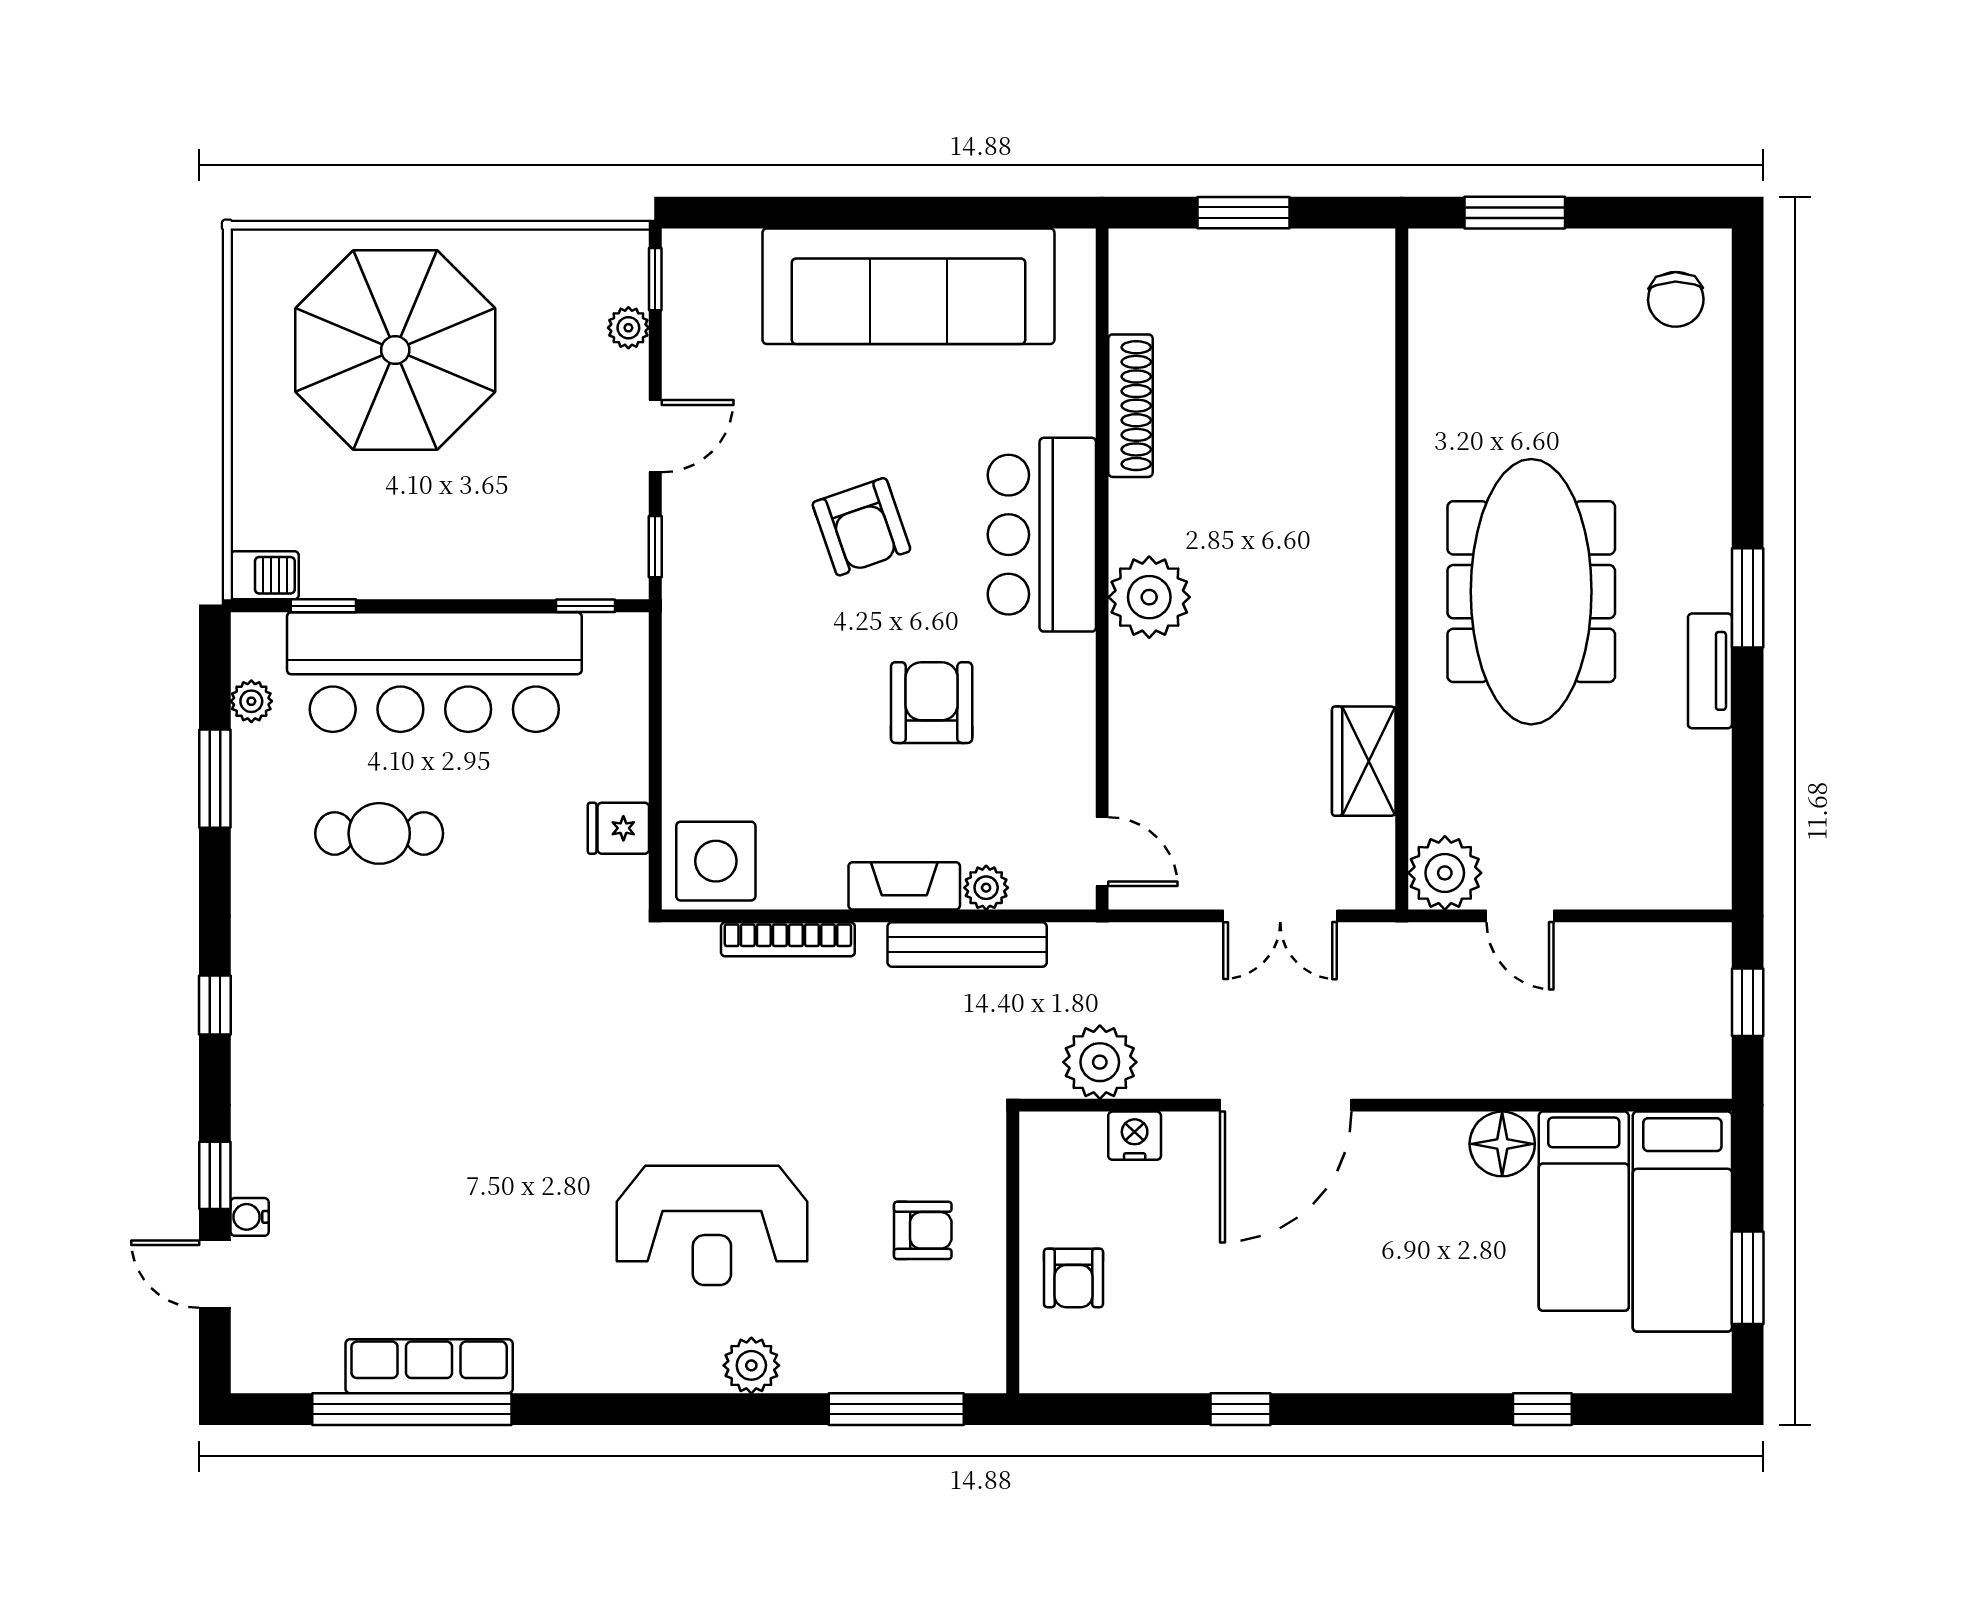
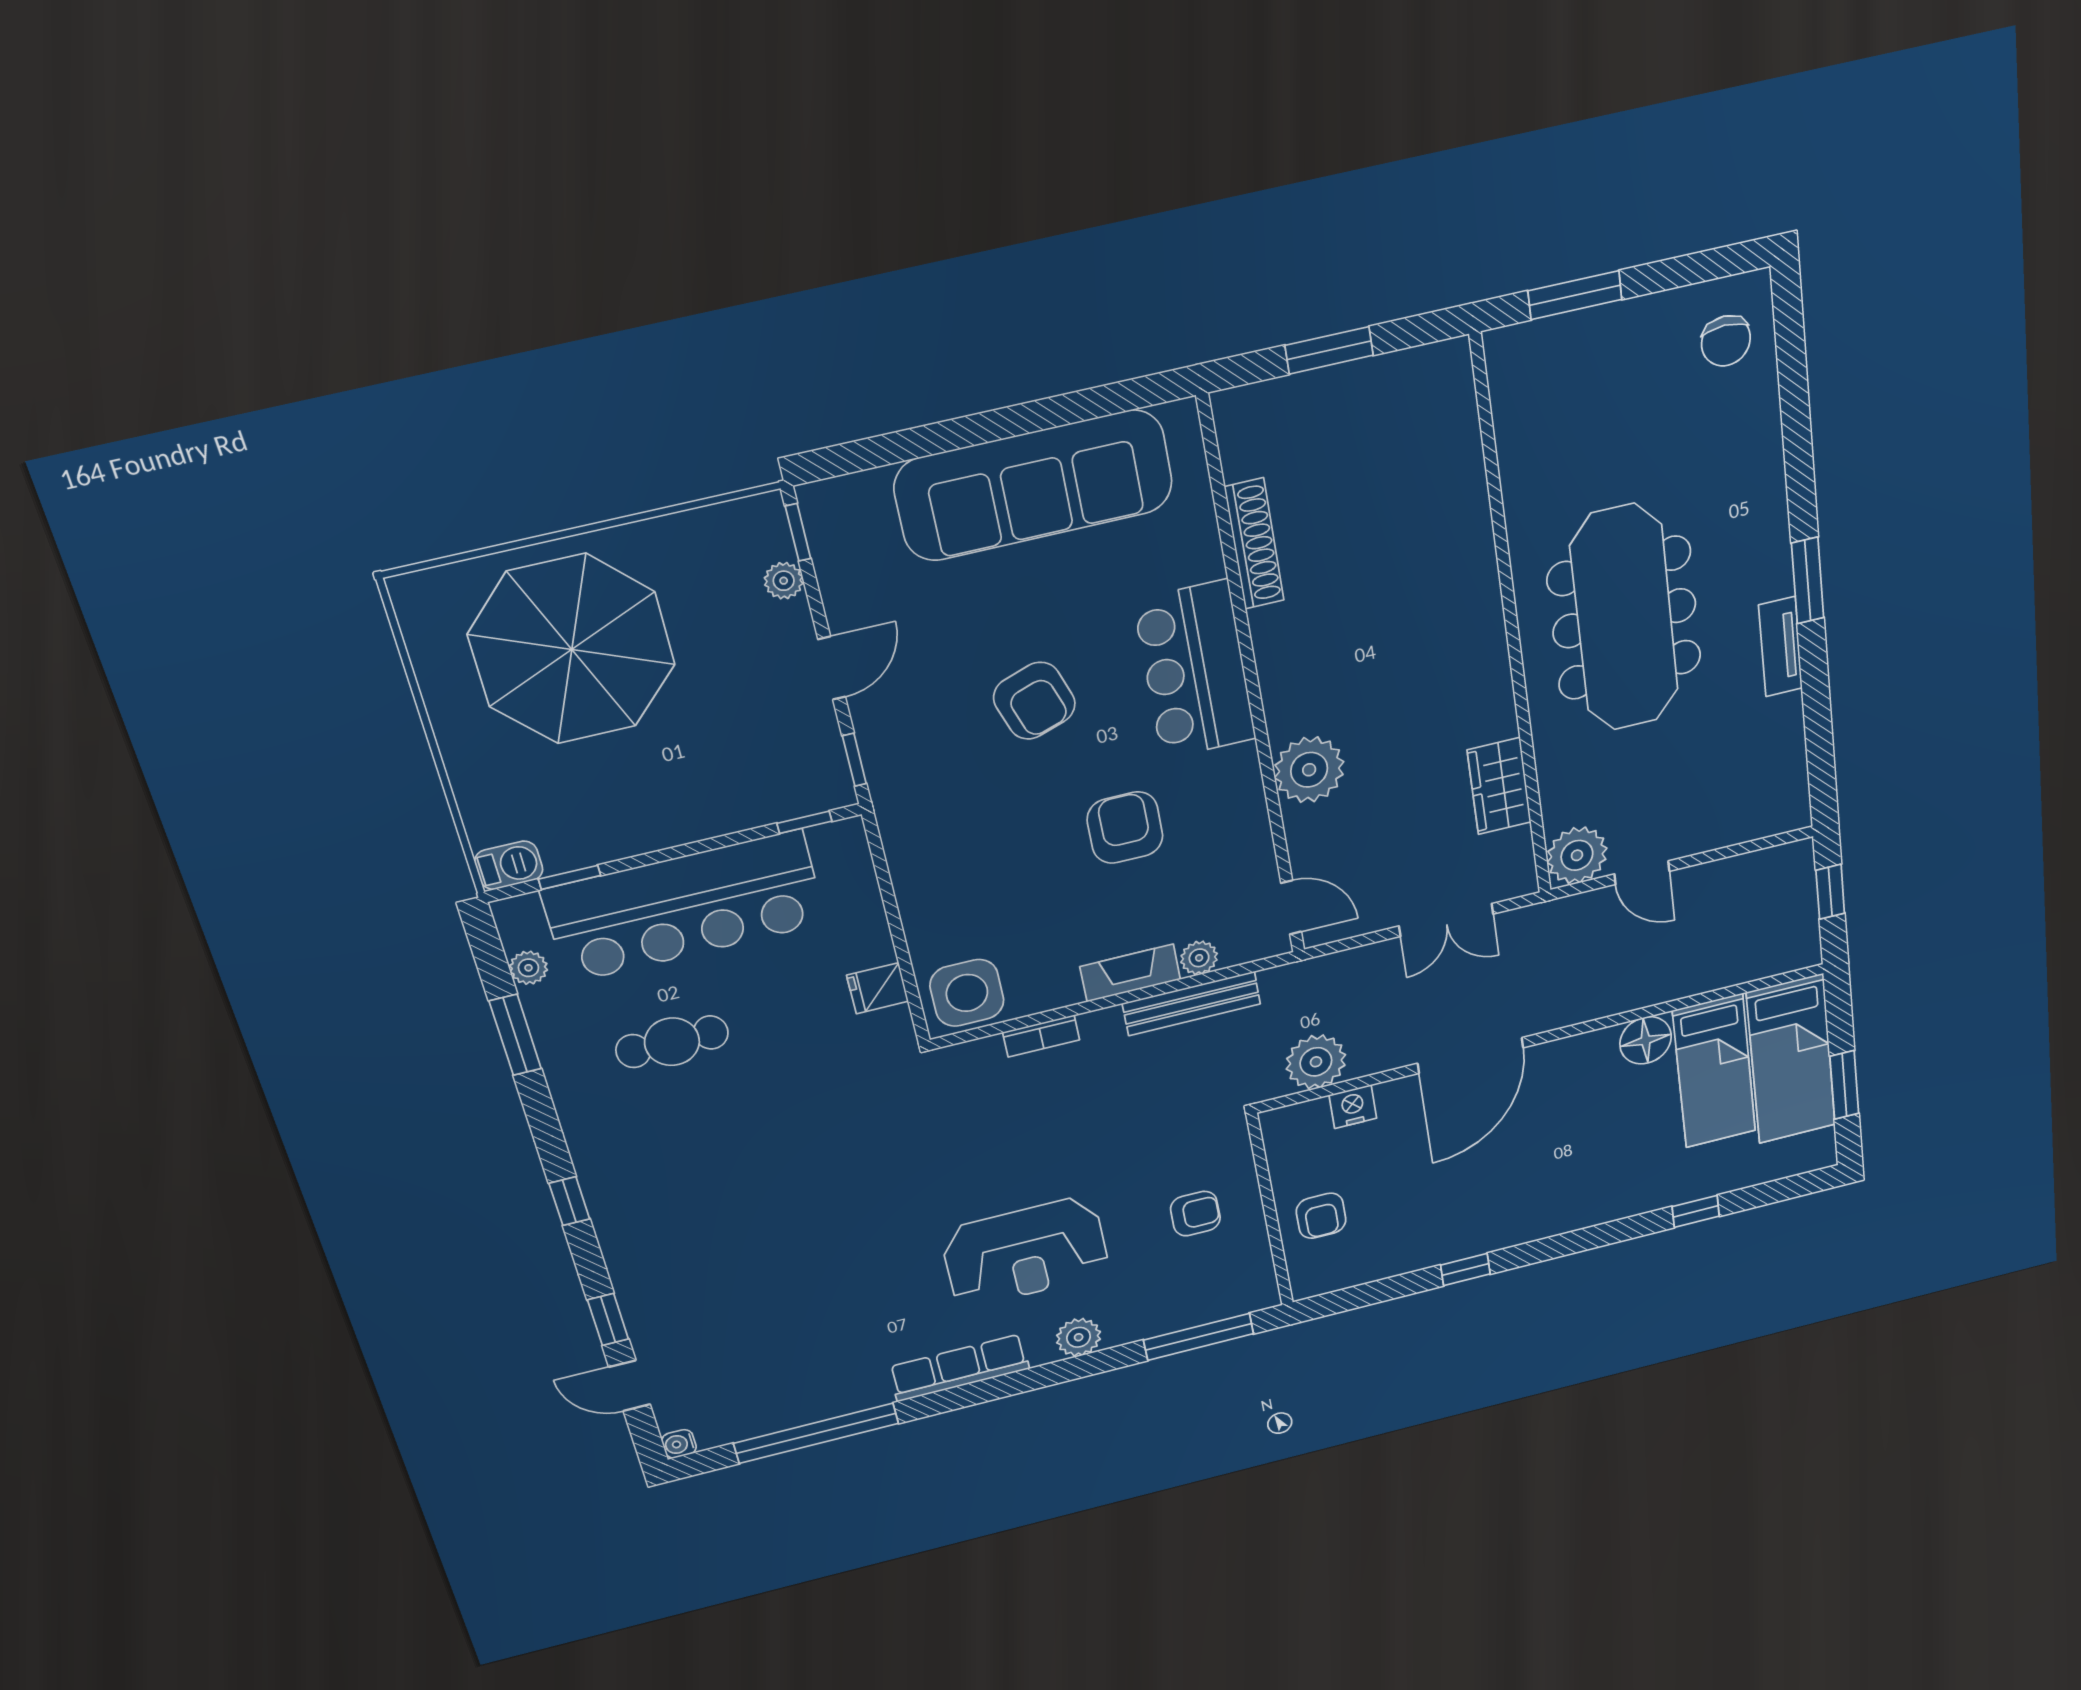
plant: (1149, 597) -> (1309, 770), moved
bookcase: (788, 939) -> (1041, 1036), width x0.64
water cooler: (250, 1217) -> (679, 1444), moved
row of seats: (429, 1366) -> (959, 1368), moved

